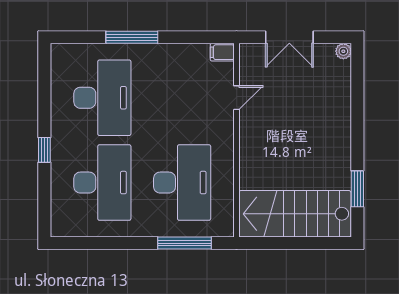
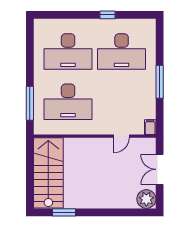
window: (132, 37) -> (160, 82), moved
plant: (343, 51) -> (146, 199), width x1.87, depth x1.87
door: (237, 98) -> (122, 136), hinge flipped
window: (44, 150) -> (108, 15), moved

